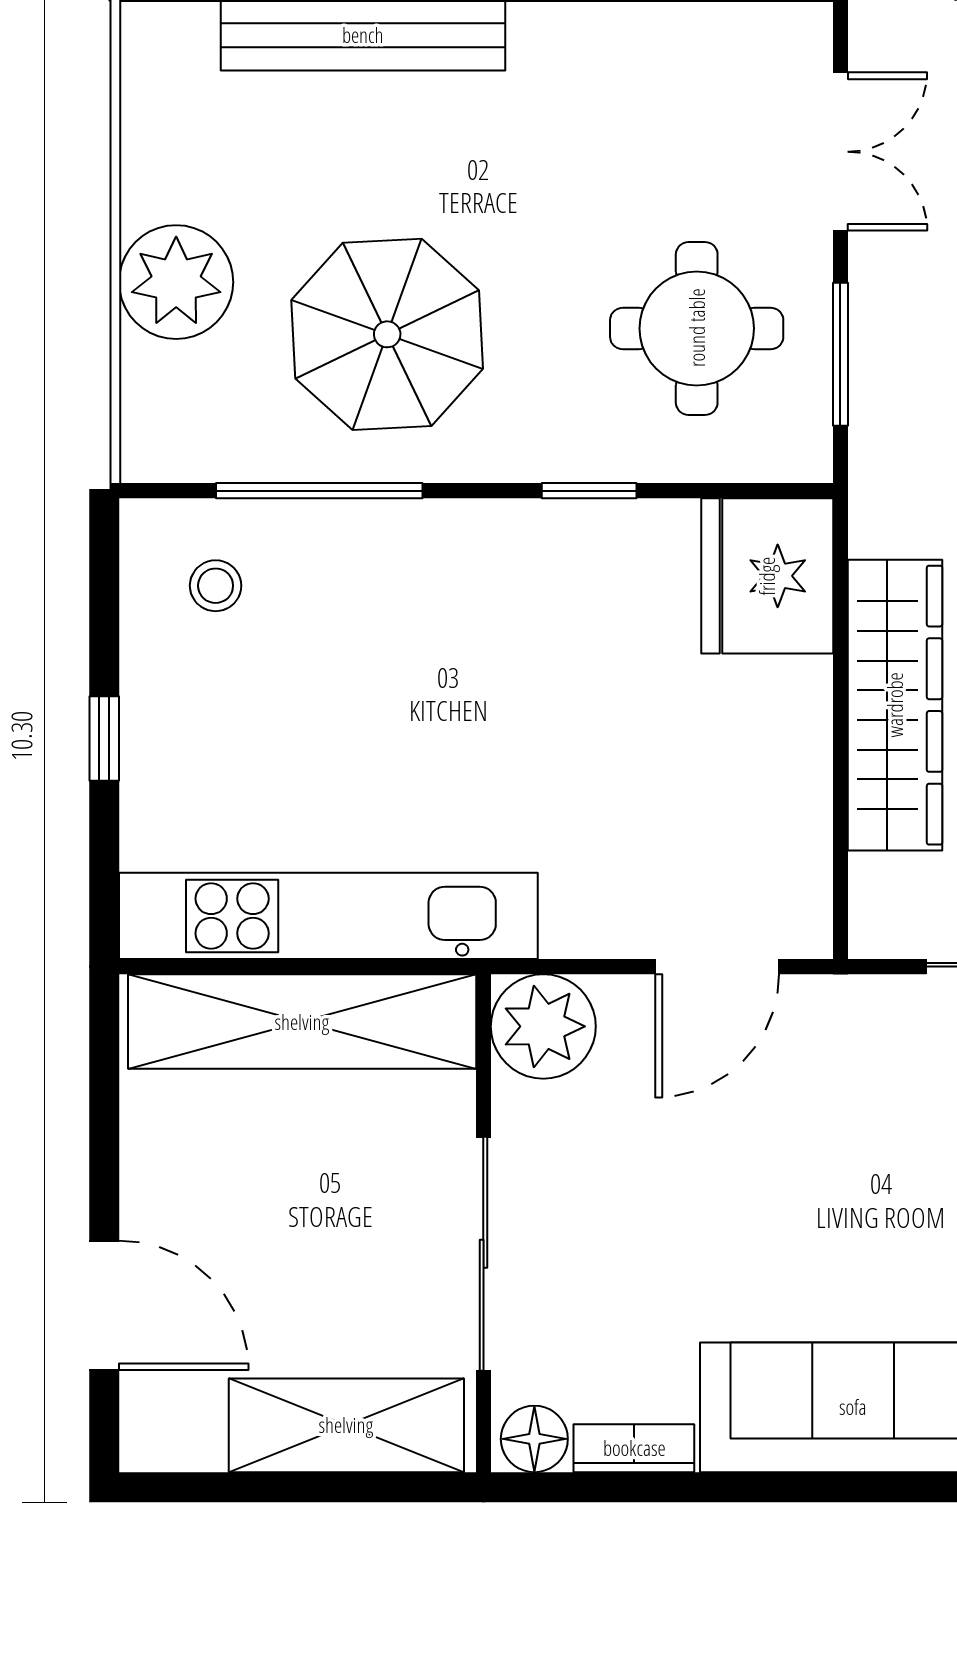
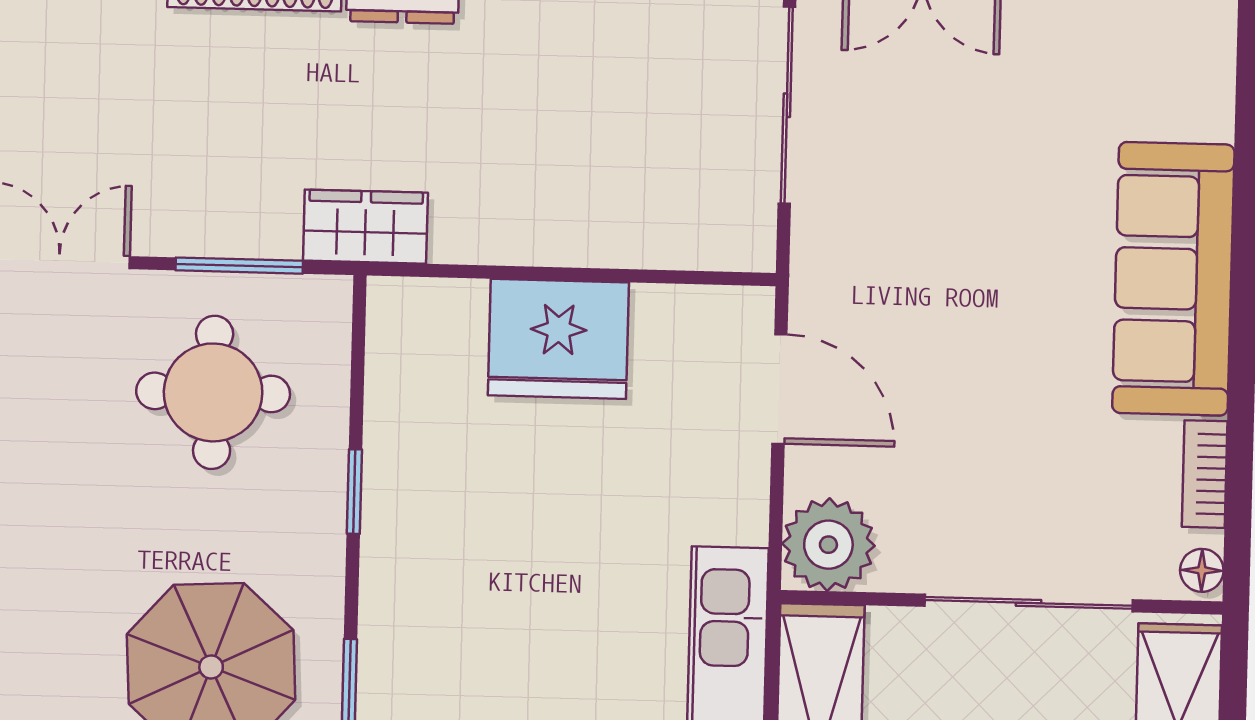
fridge: (767, 576) -> (558, 339), moved
wardrobe: (895, 705) -> (365, 227), moved, width x0.48, depth x0.85
floor lamp: (534, 1439) -> (1202, 570), width x0.73, depth x0.73

